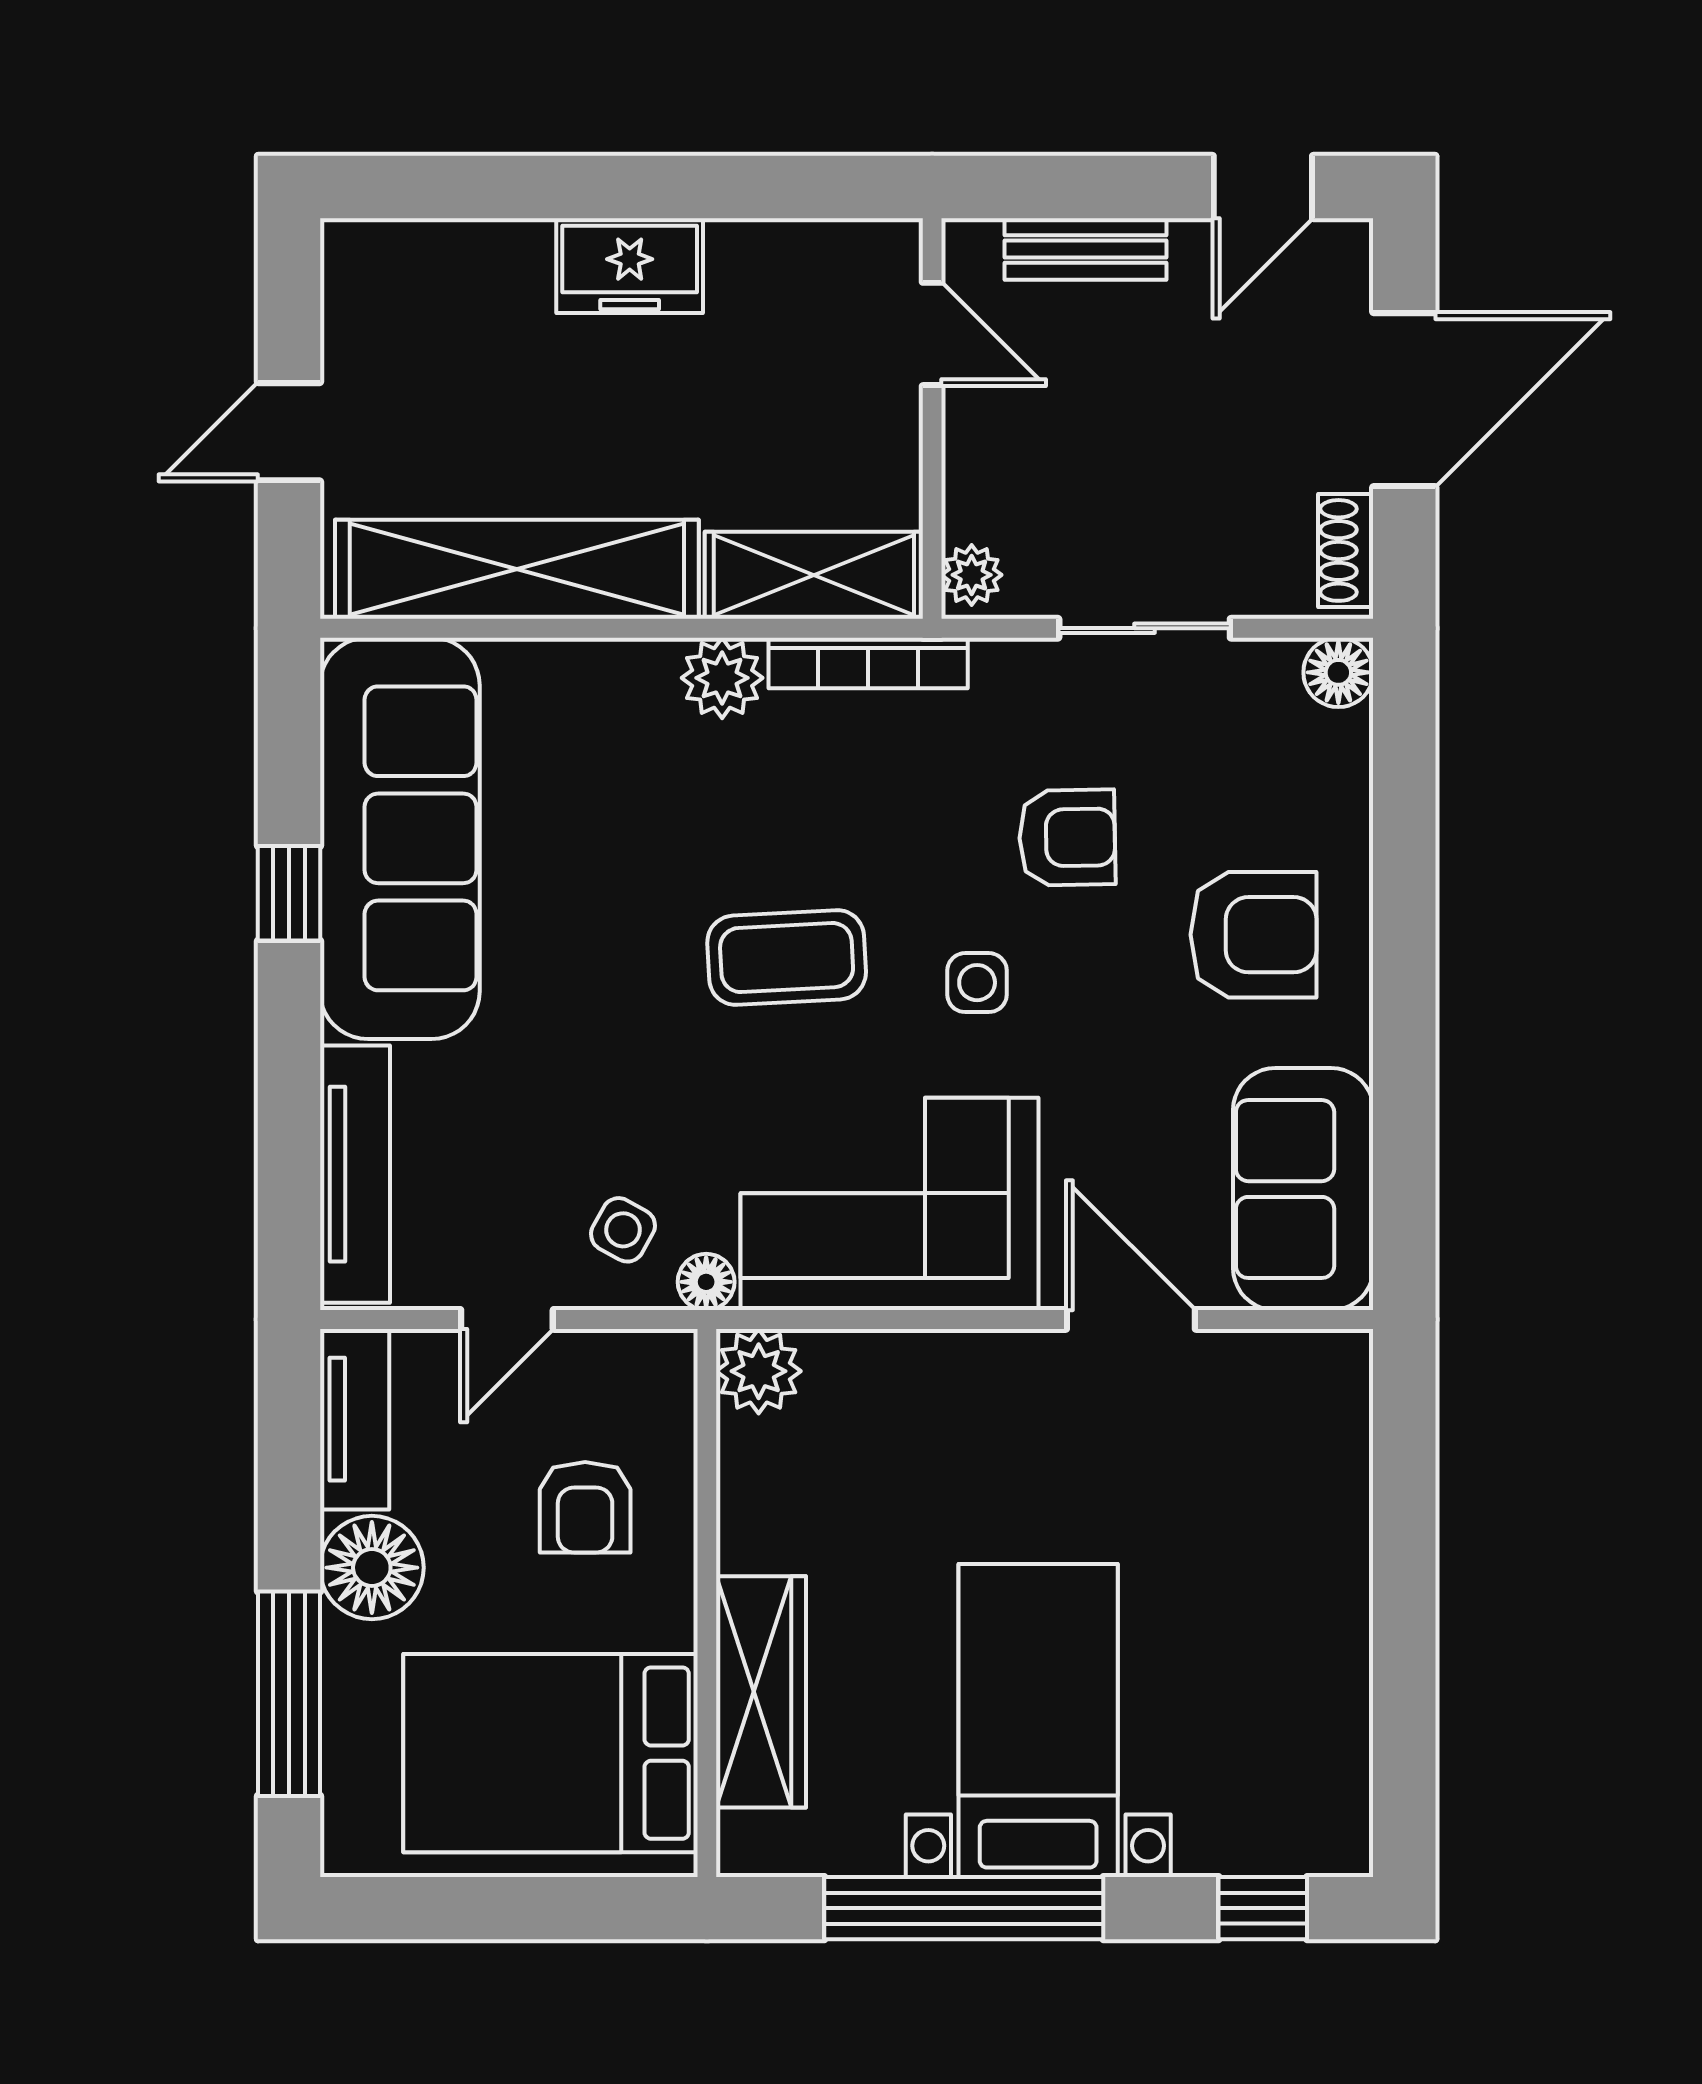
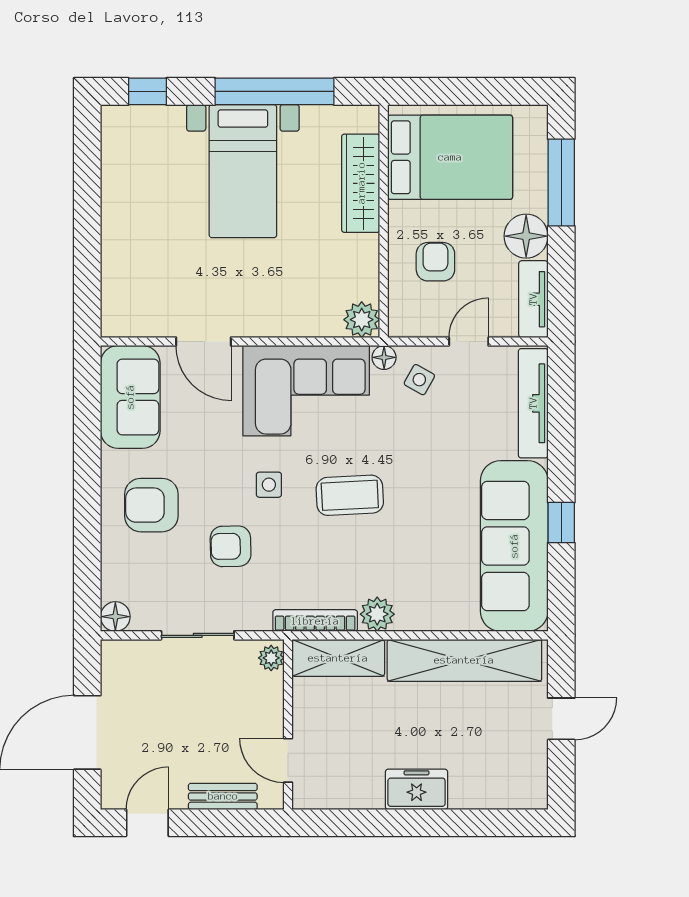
shoe rack: (1346, 550) -> (112, 668), removed

